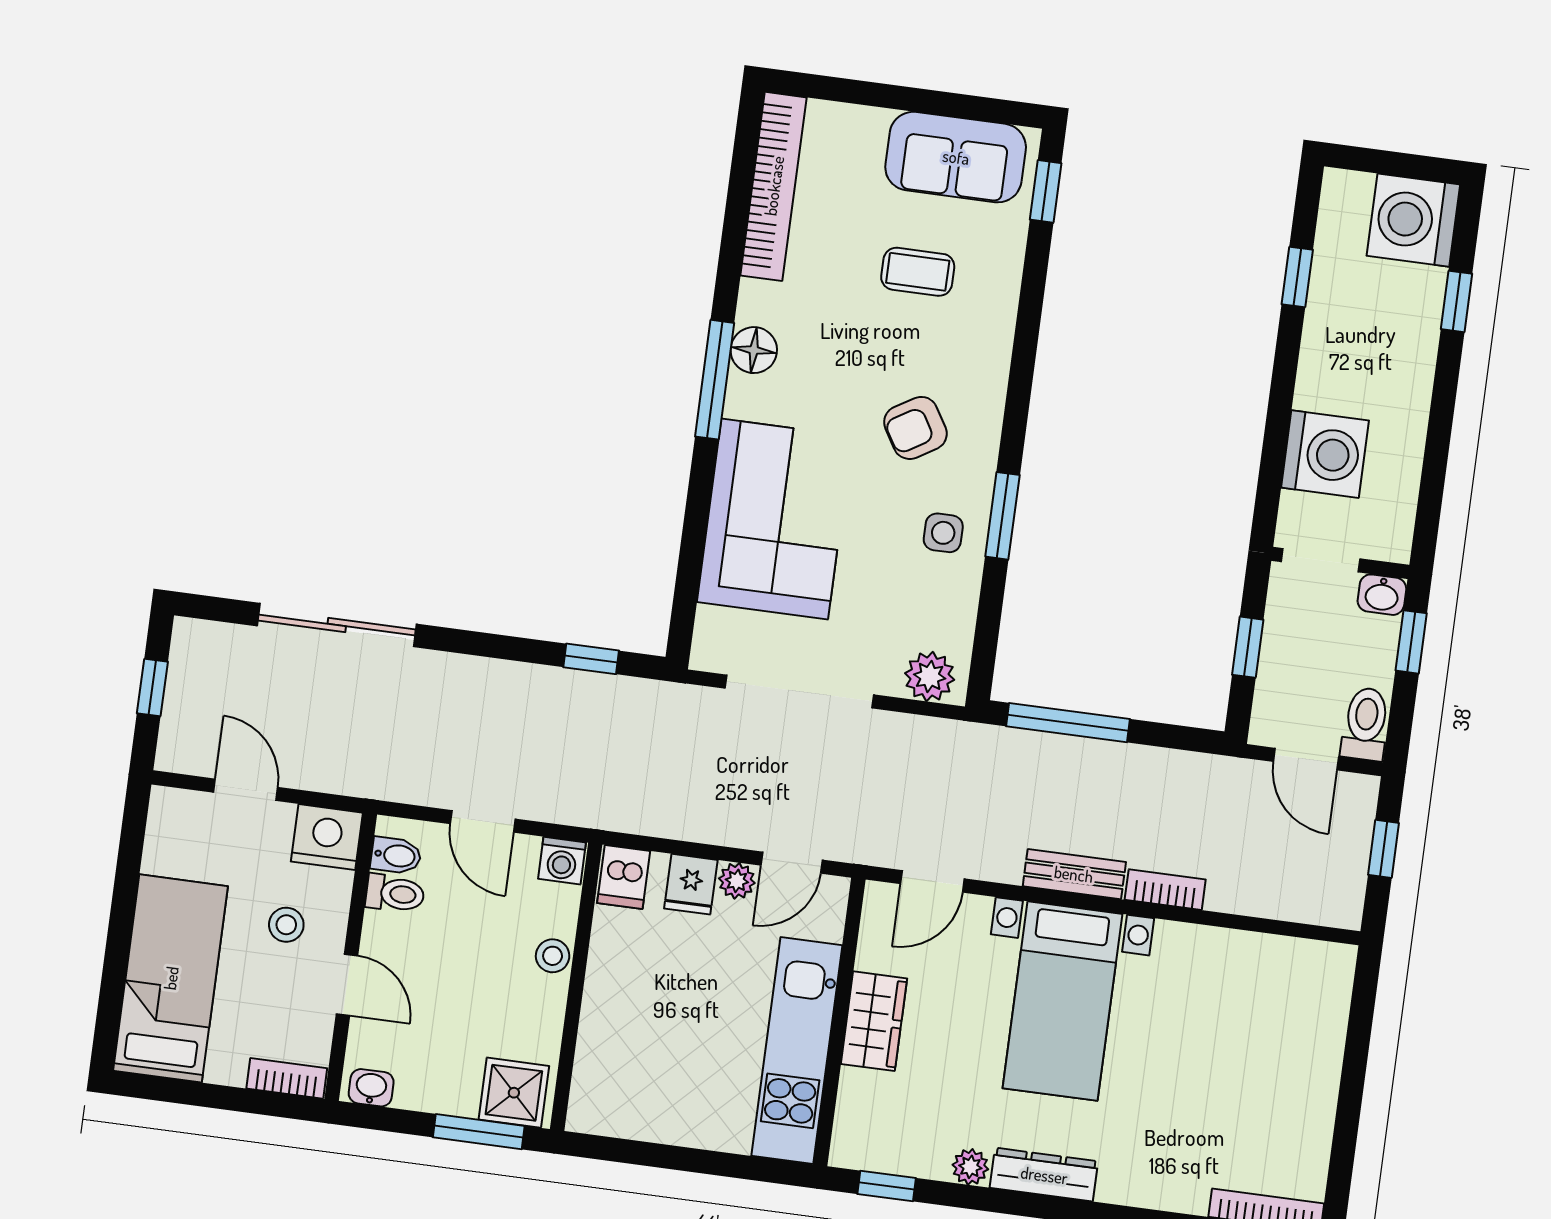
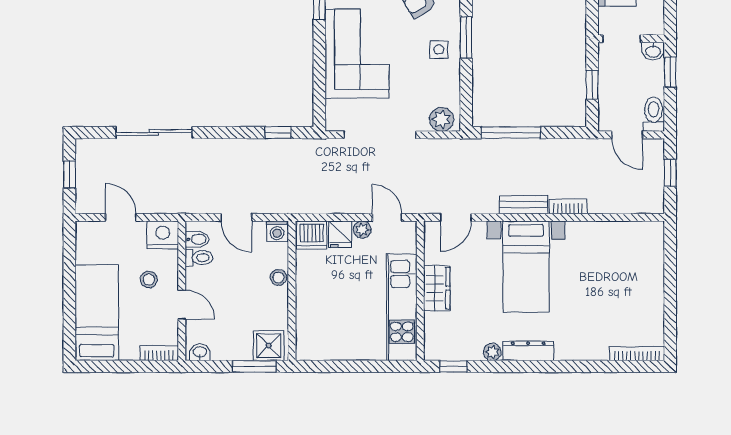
door: (792, 863) -> (387, 217), swing flipped
dishwasher: (624, 877) -> (312, 235), width x1.38

